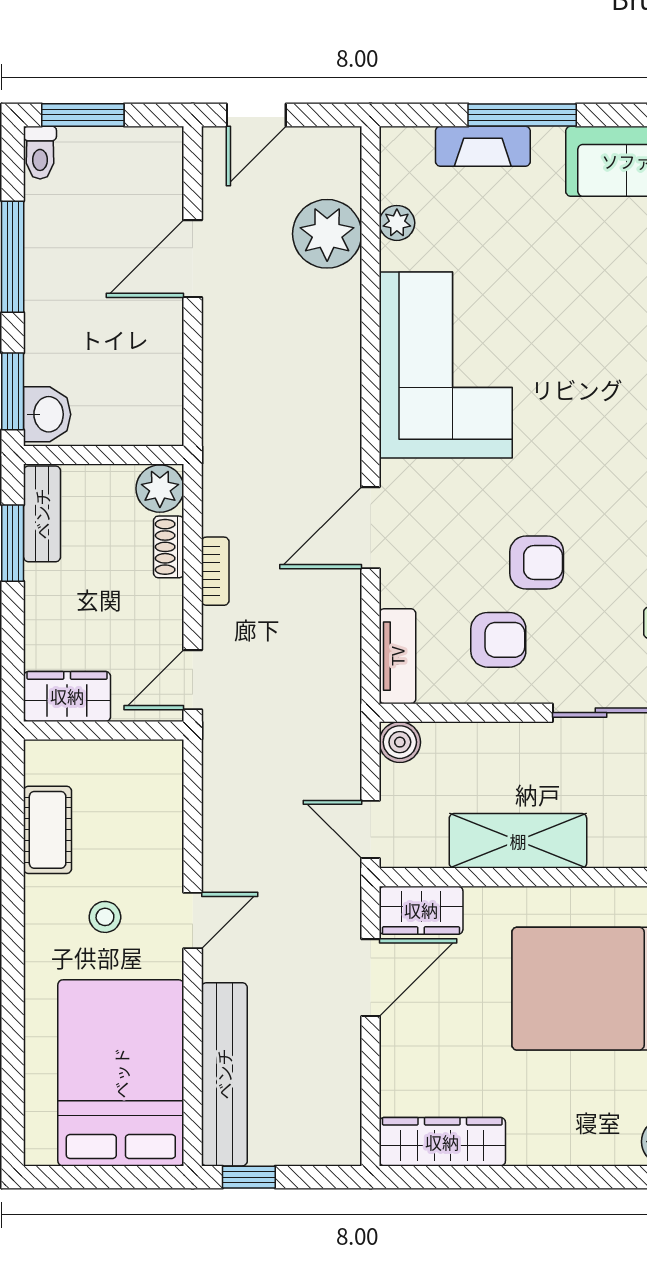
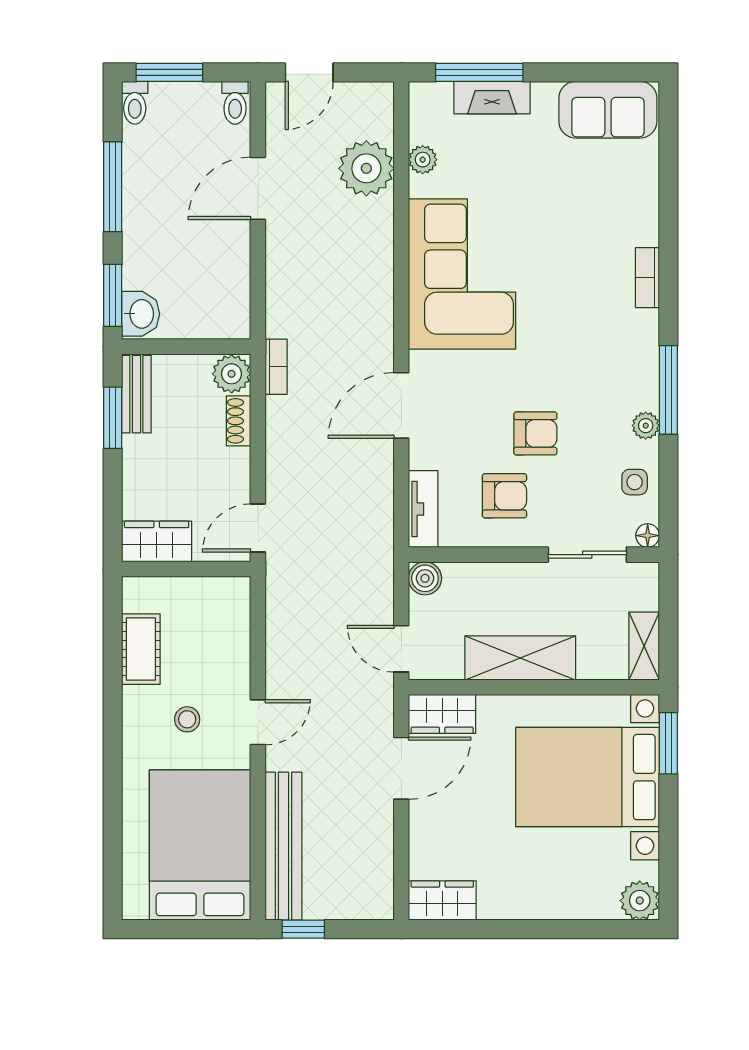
window: (522, 115) -> (479, 72), moved
toilet: (164, 153) -> (235, 103), added
bookcase: (215, 571) -> (276, 367), moved
wardrobe: (442, 1142) -> (442, 901), width x0.67

